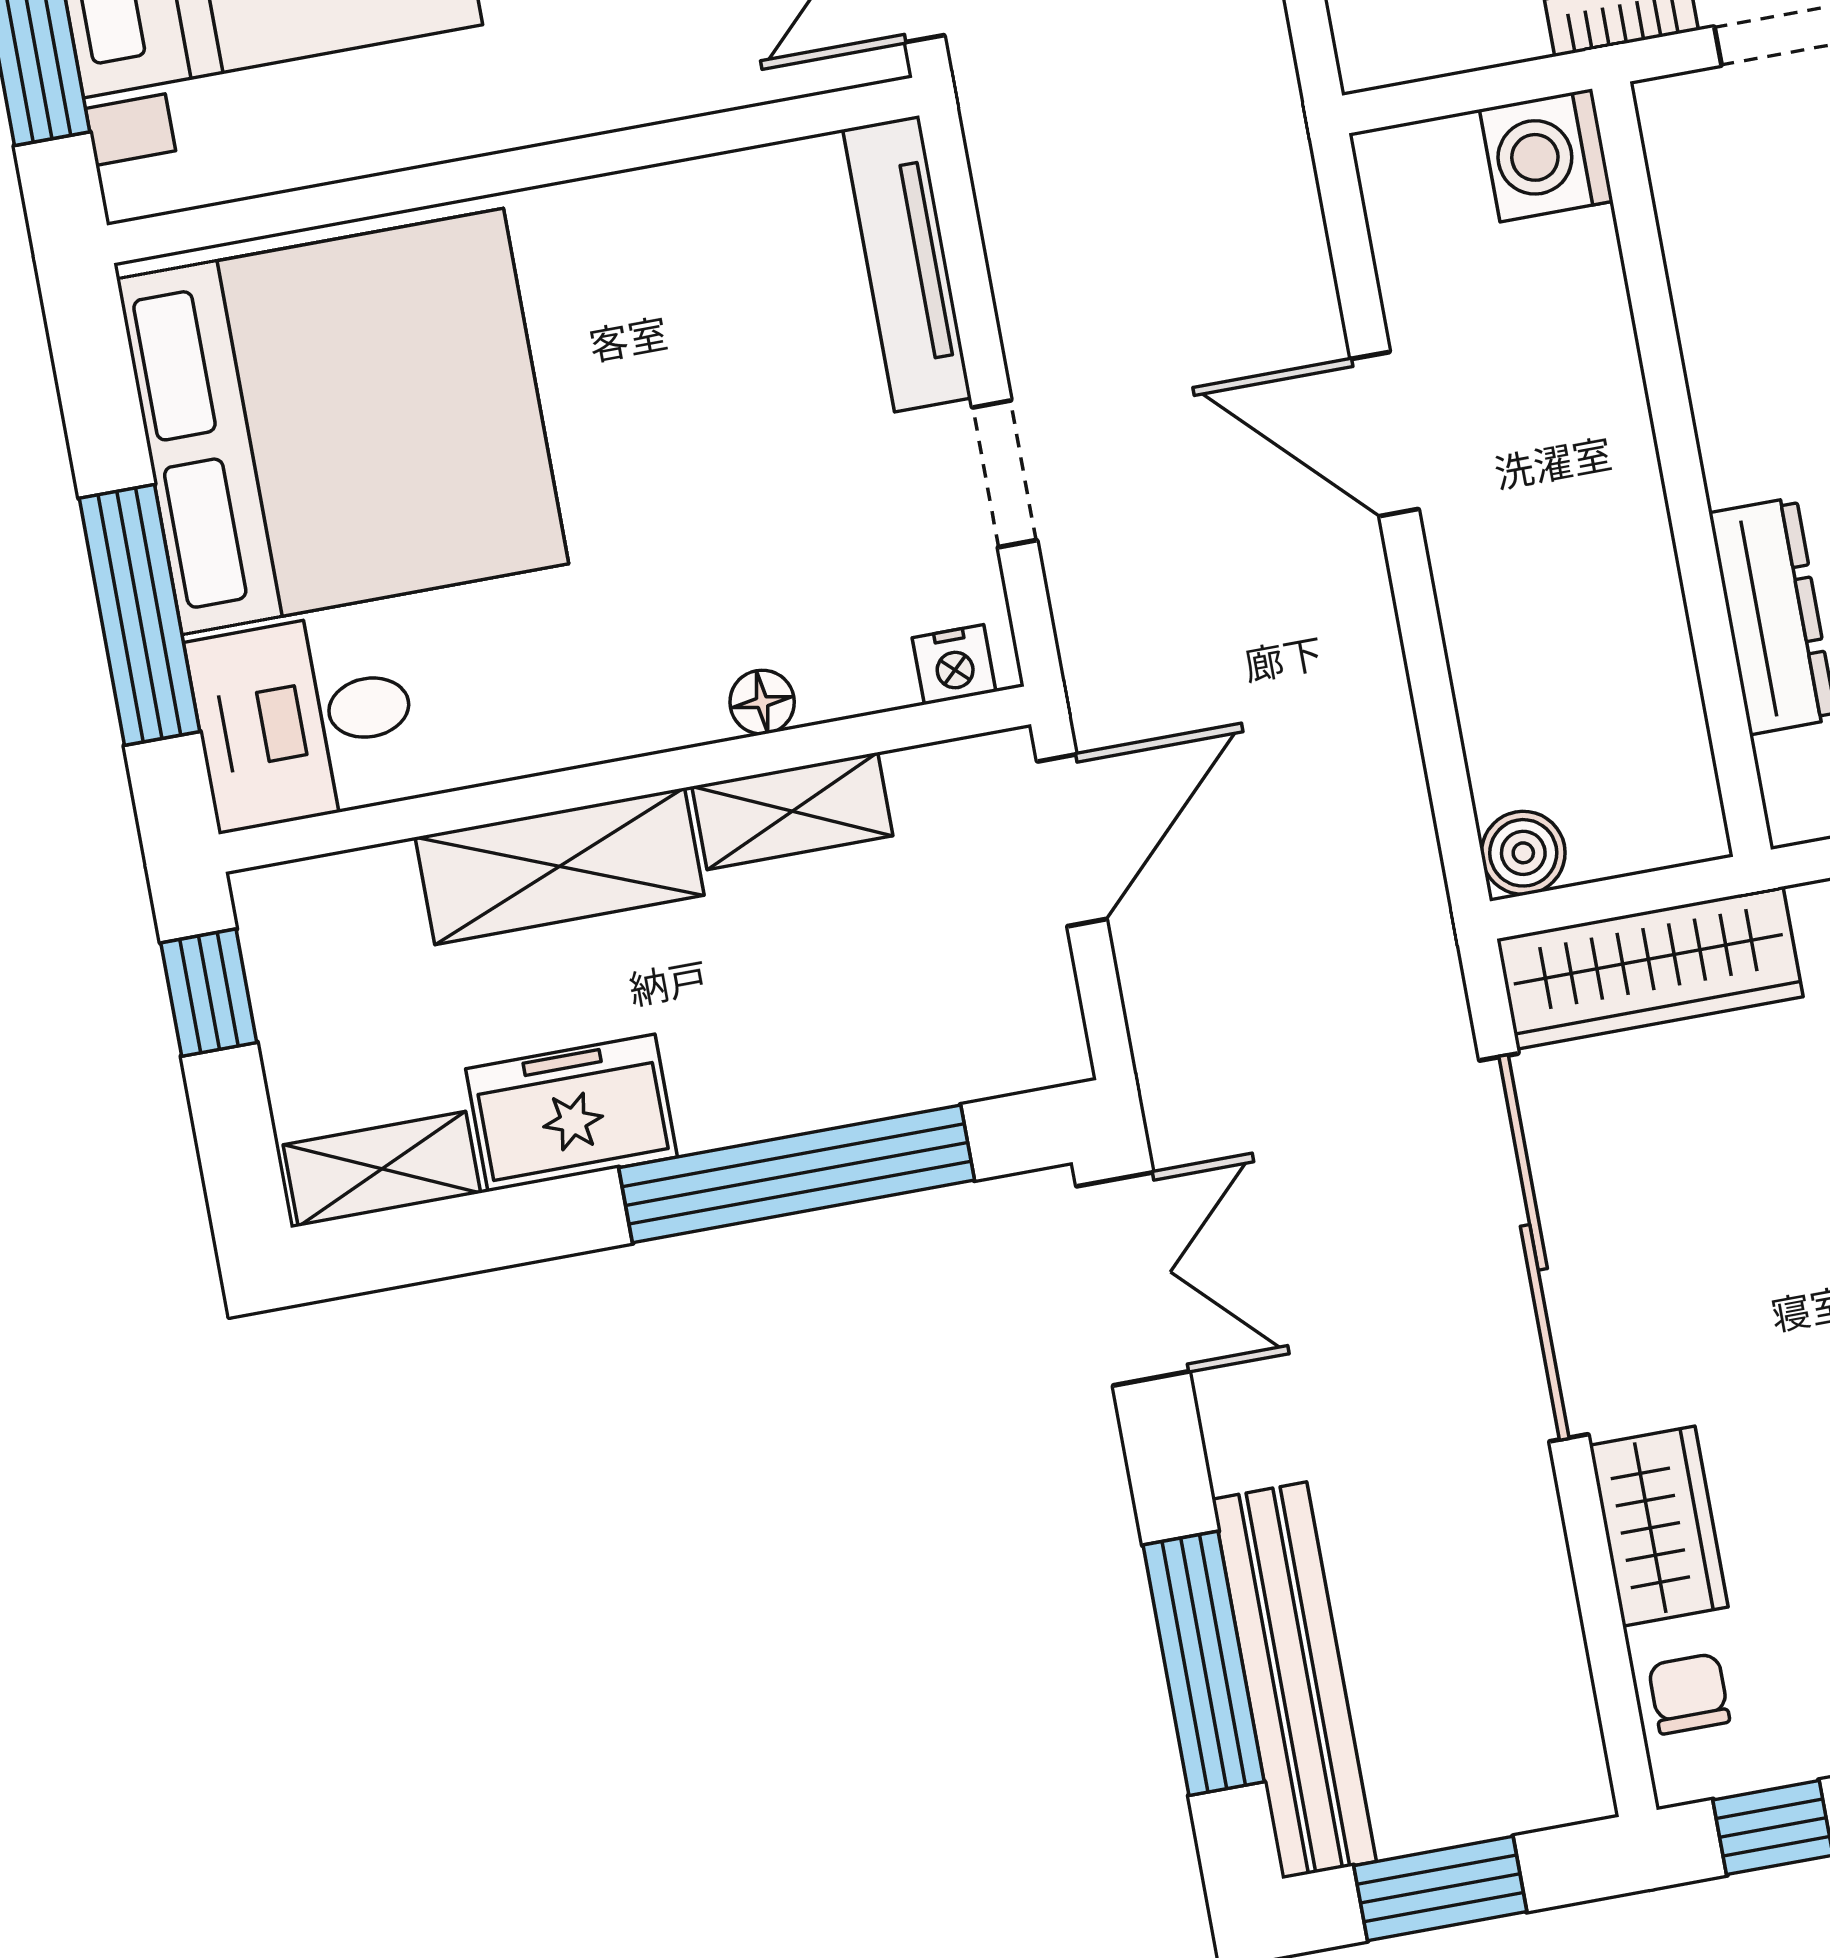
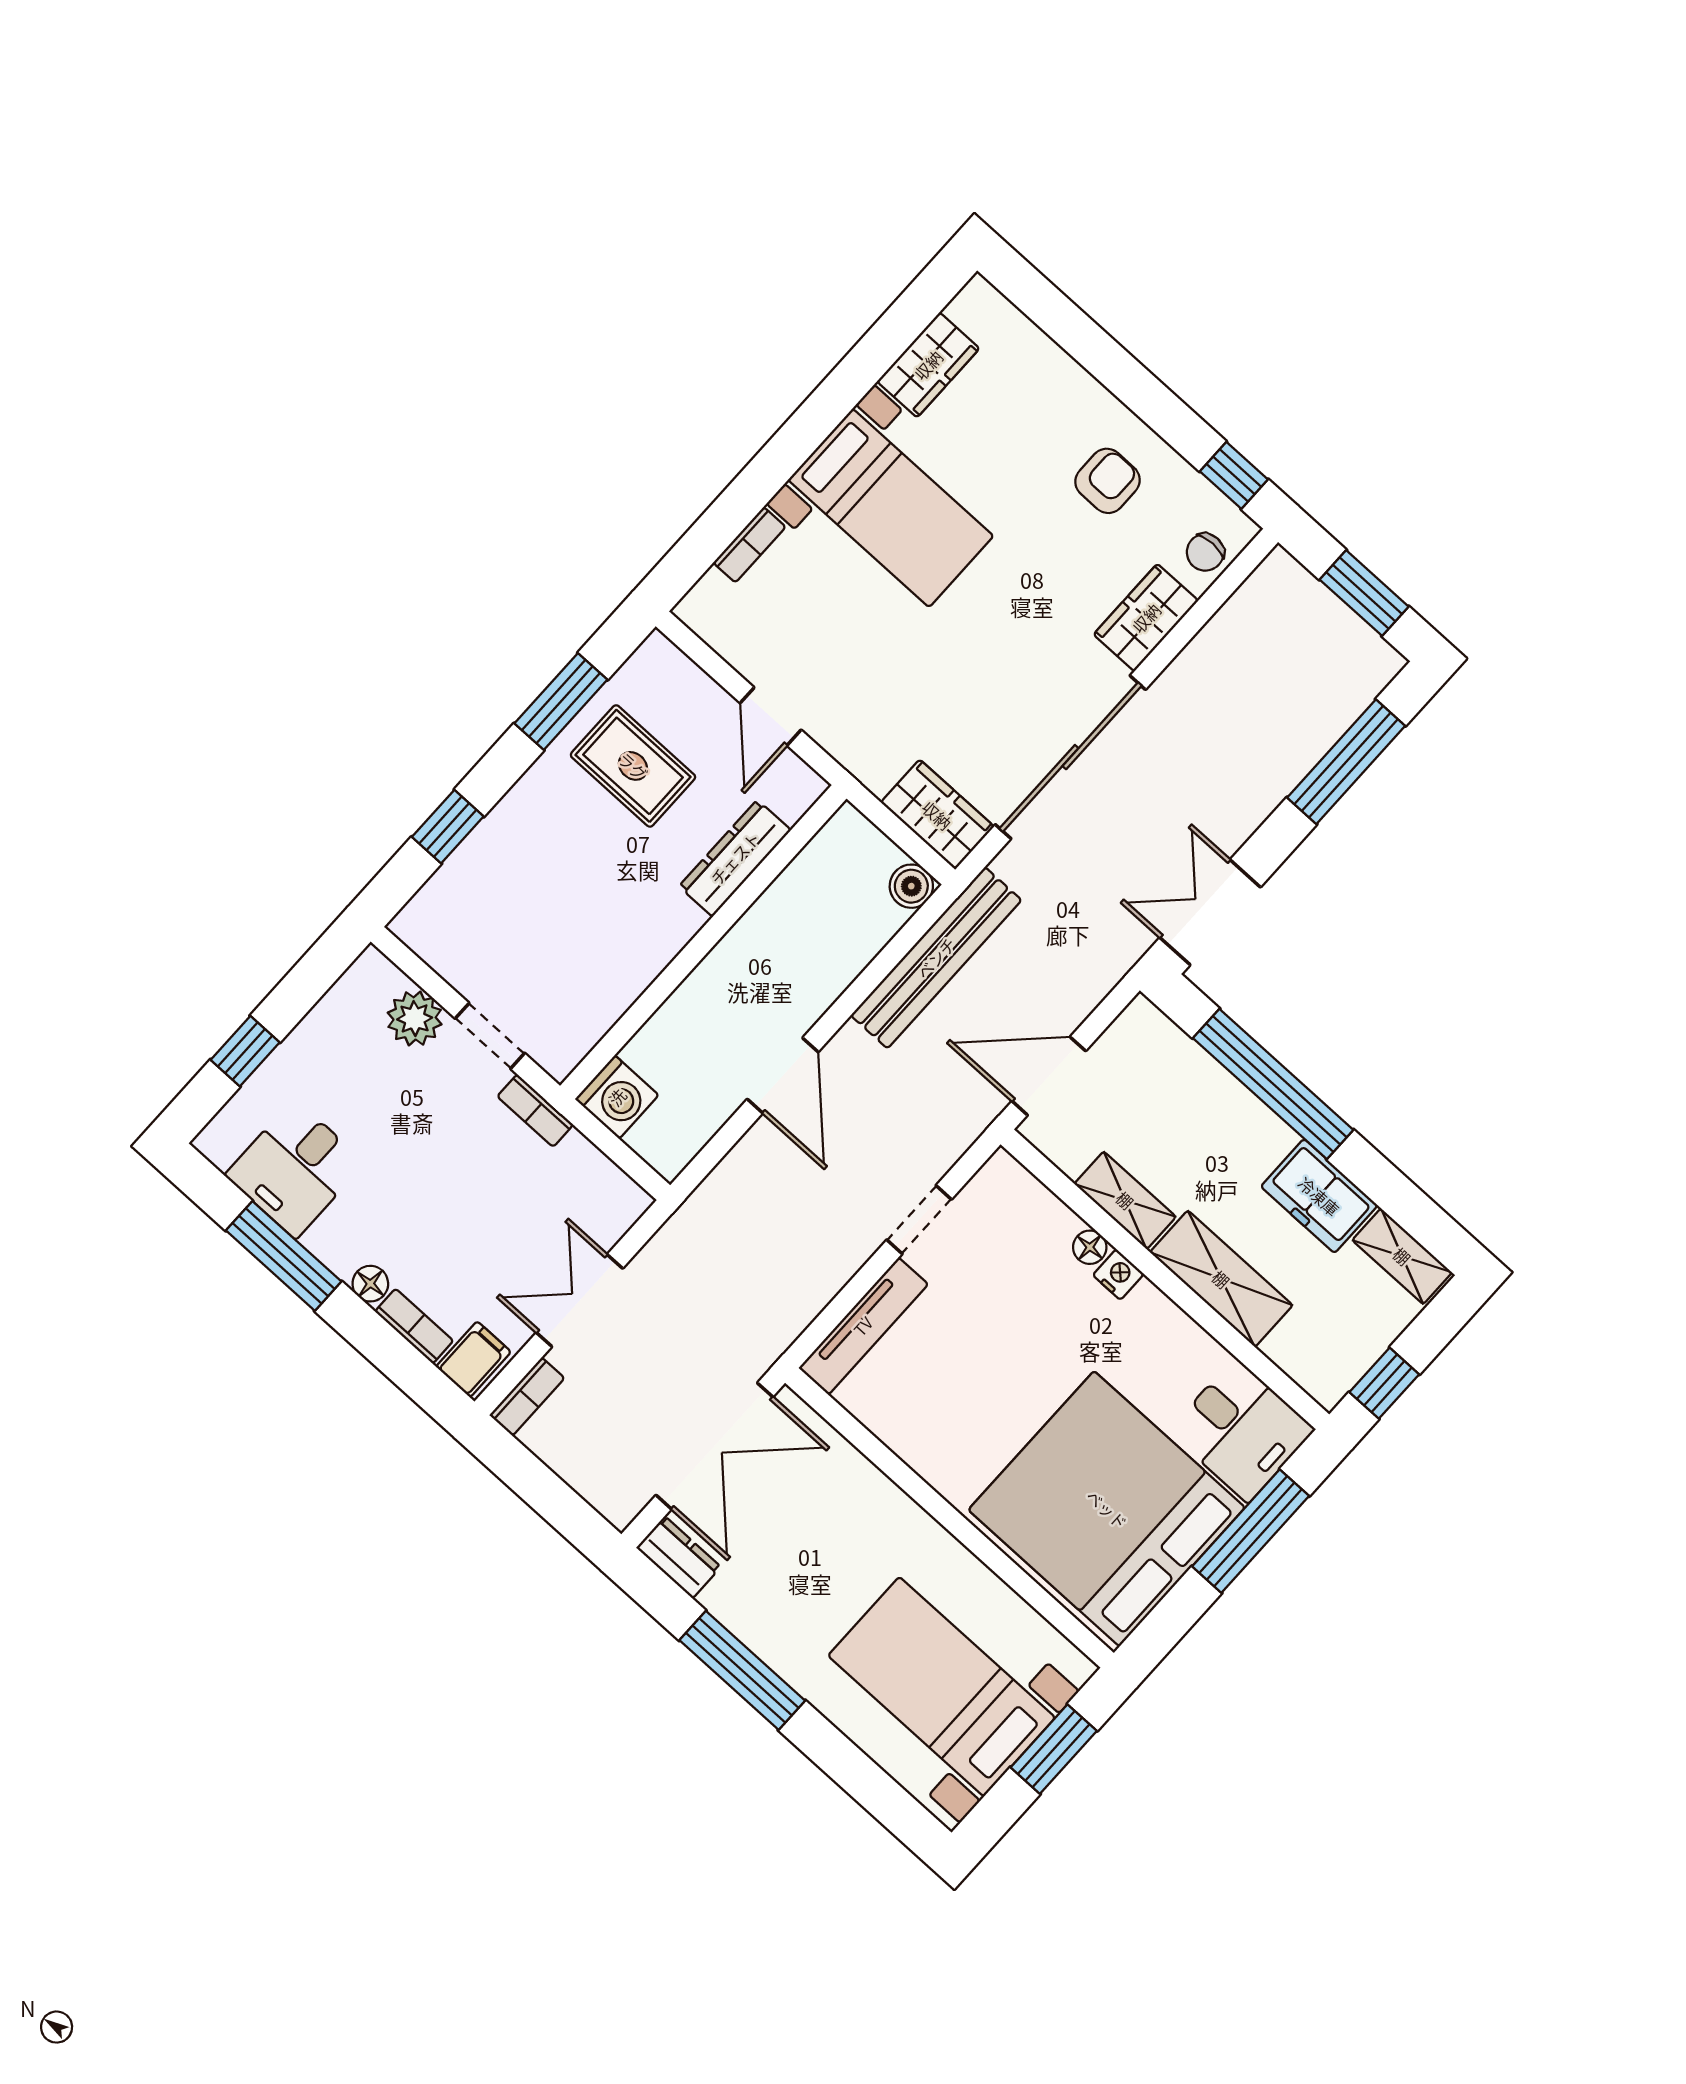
nightstand: (954, 665) -> (1118, 1275), moved
wardrobe: (1650, 968) -> (937, 815), width x0.67
bench: (1294, 1680) -> (936, 958), moved

